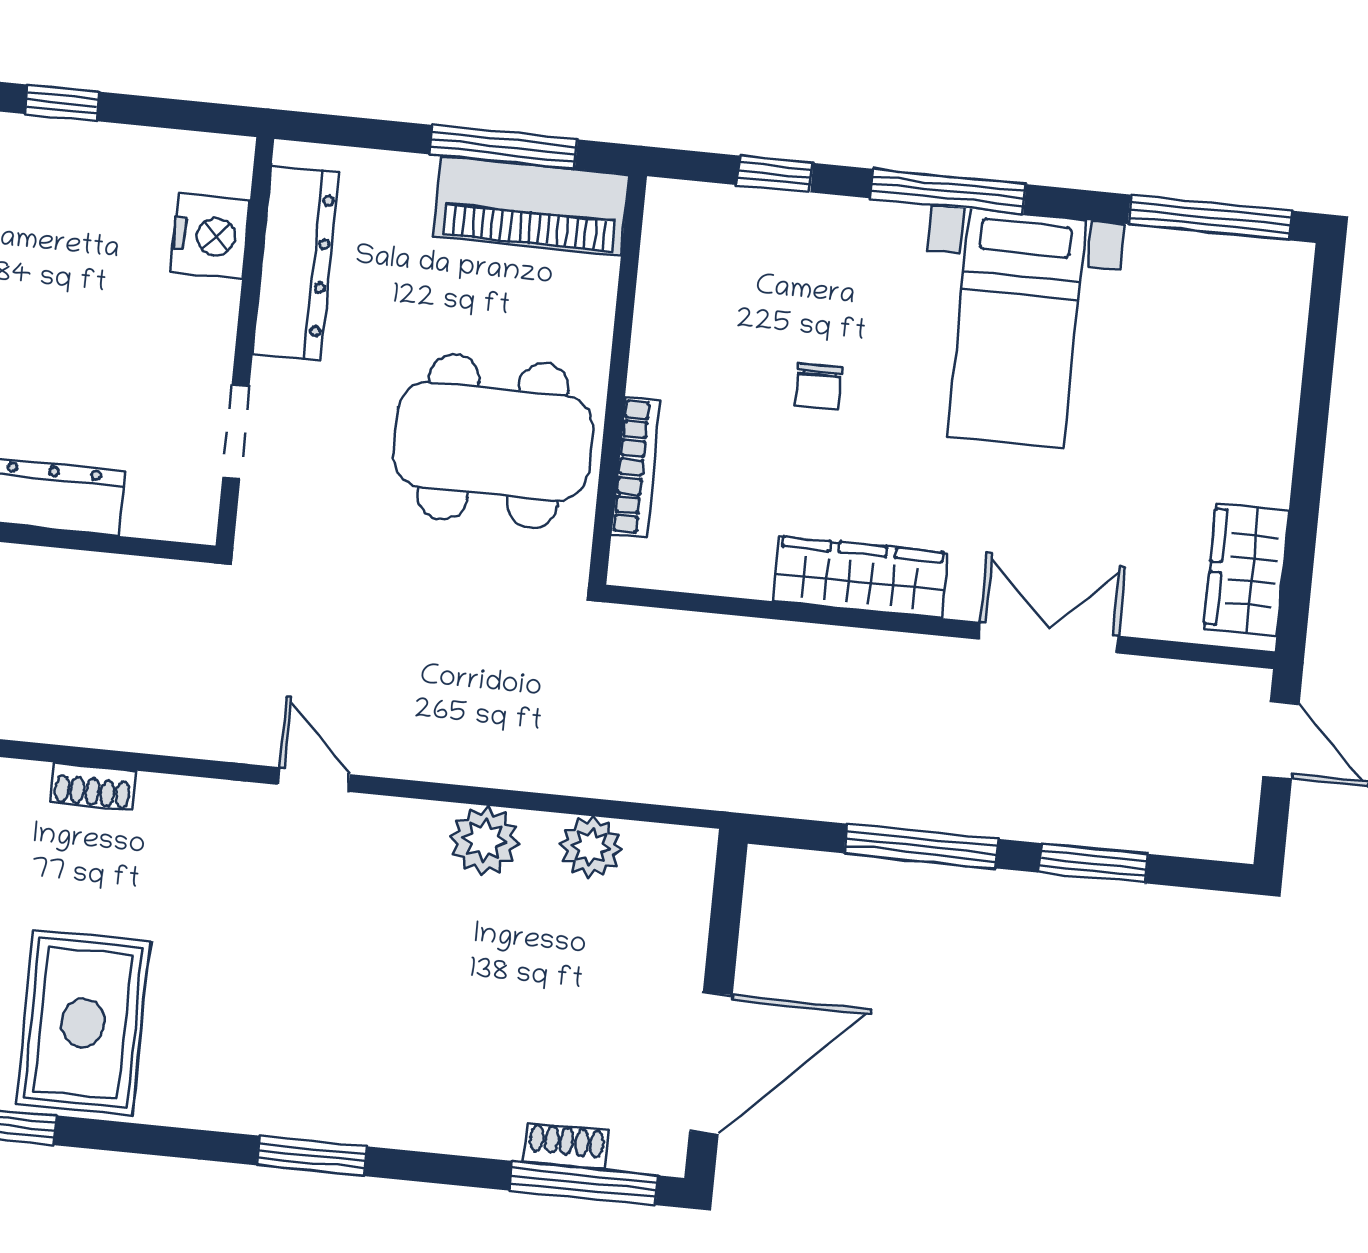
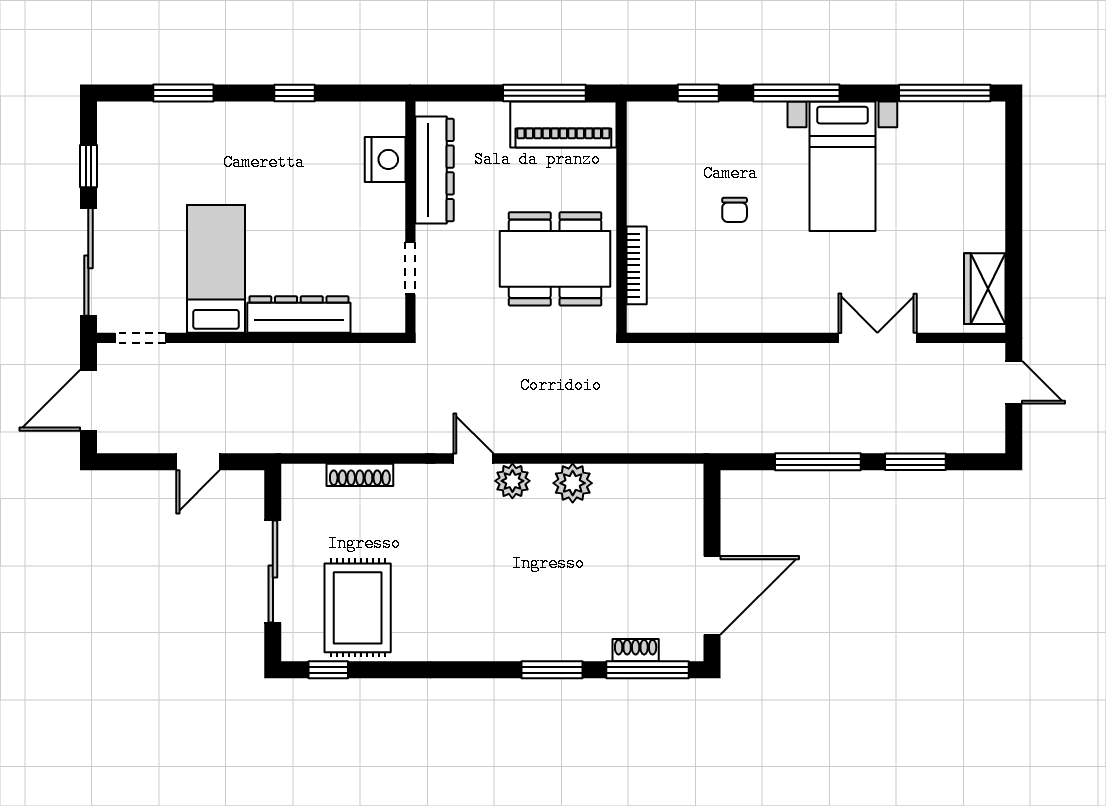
wardrobe: (860, 577) -> (769, 314), removed
shoe rack: (93, 787) -> (360, 475), width x1.43
plant: (591, 847) -> (512, 481), moved
window: (312, 1156) -> (552, 670), moved

